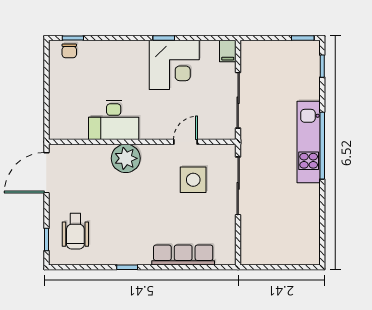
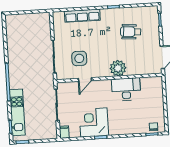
kitchen unit: (309, 142) -> (17, 112), moved
wheelchair: (75, 231) -> (131, 32), moved, turned -85

